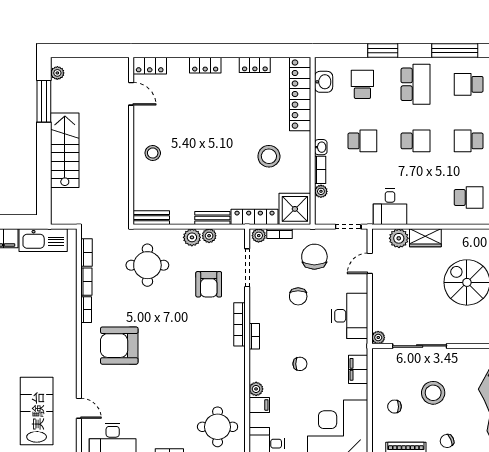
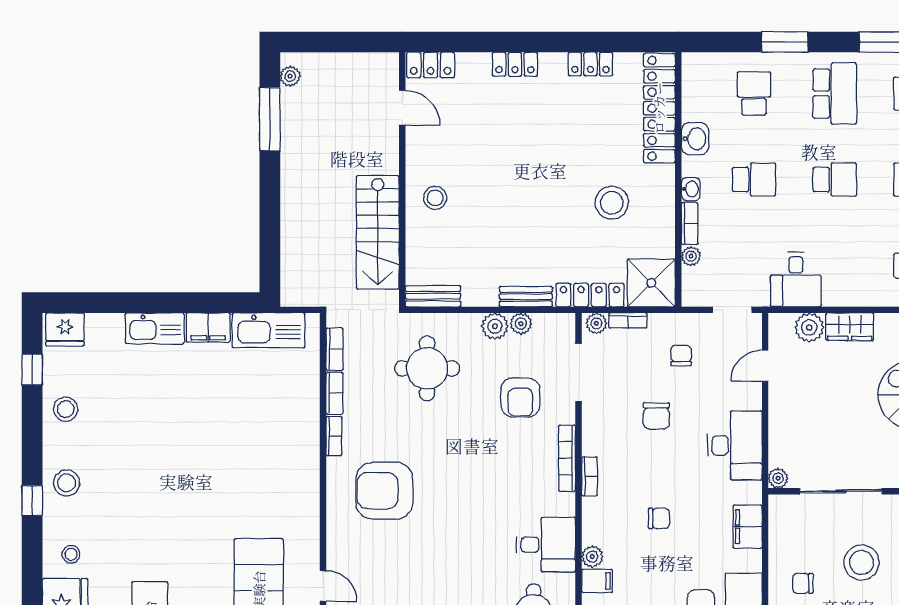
washbasin: (324, 82) -> (695, 139), moved
stairs: (65, 150) -> (378, 232), moved, turned 180
chair: (314, 257) -> (681, 355), width x0.54, depth x0.54
desk: (226, 381) -> (546, 545), added

